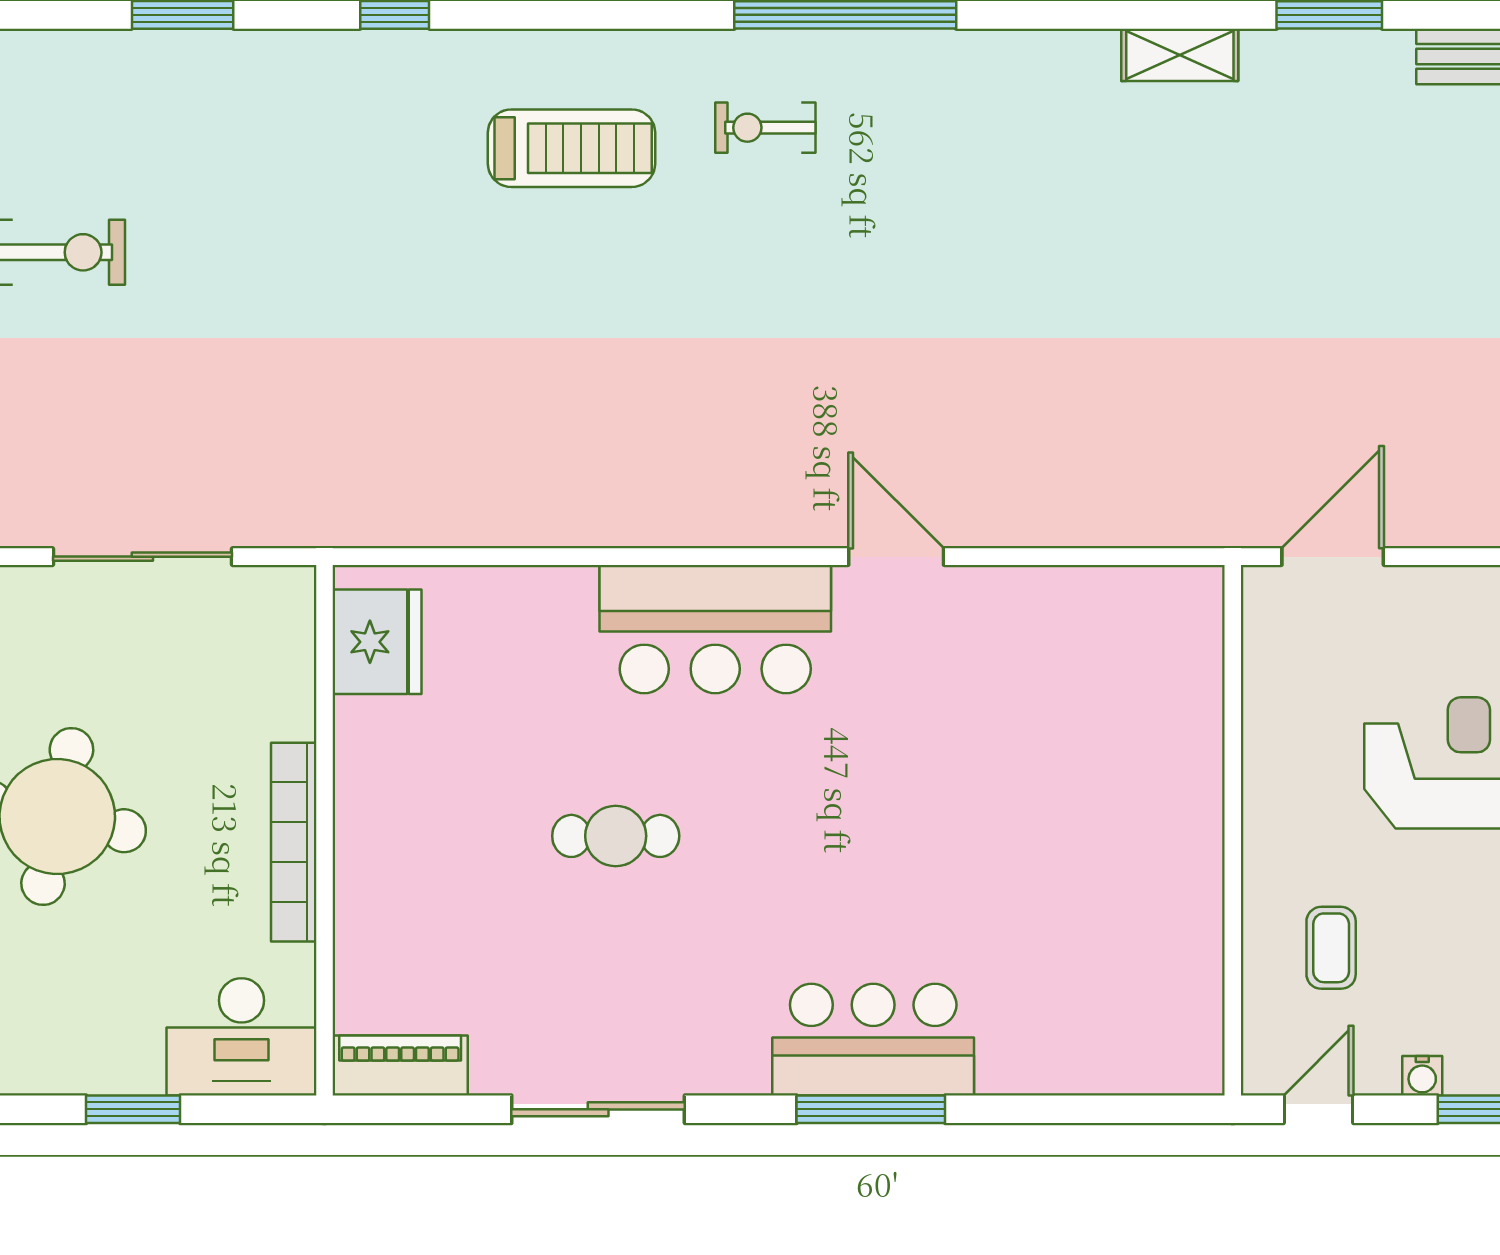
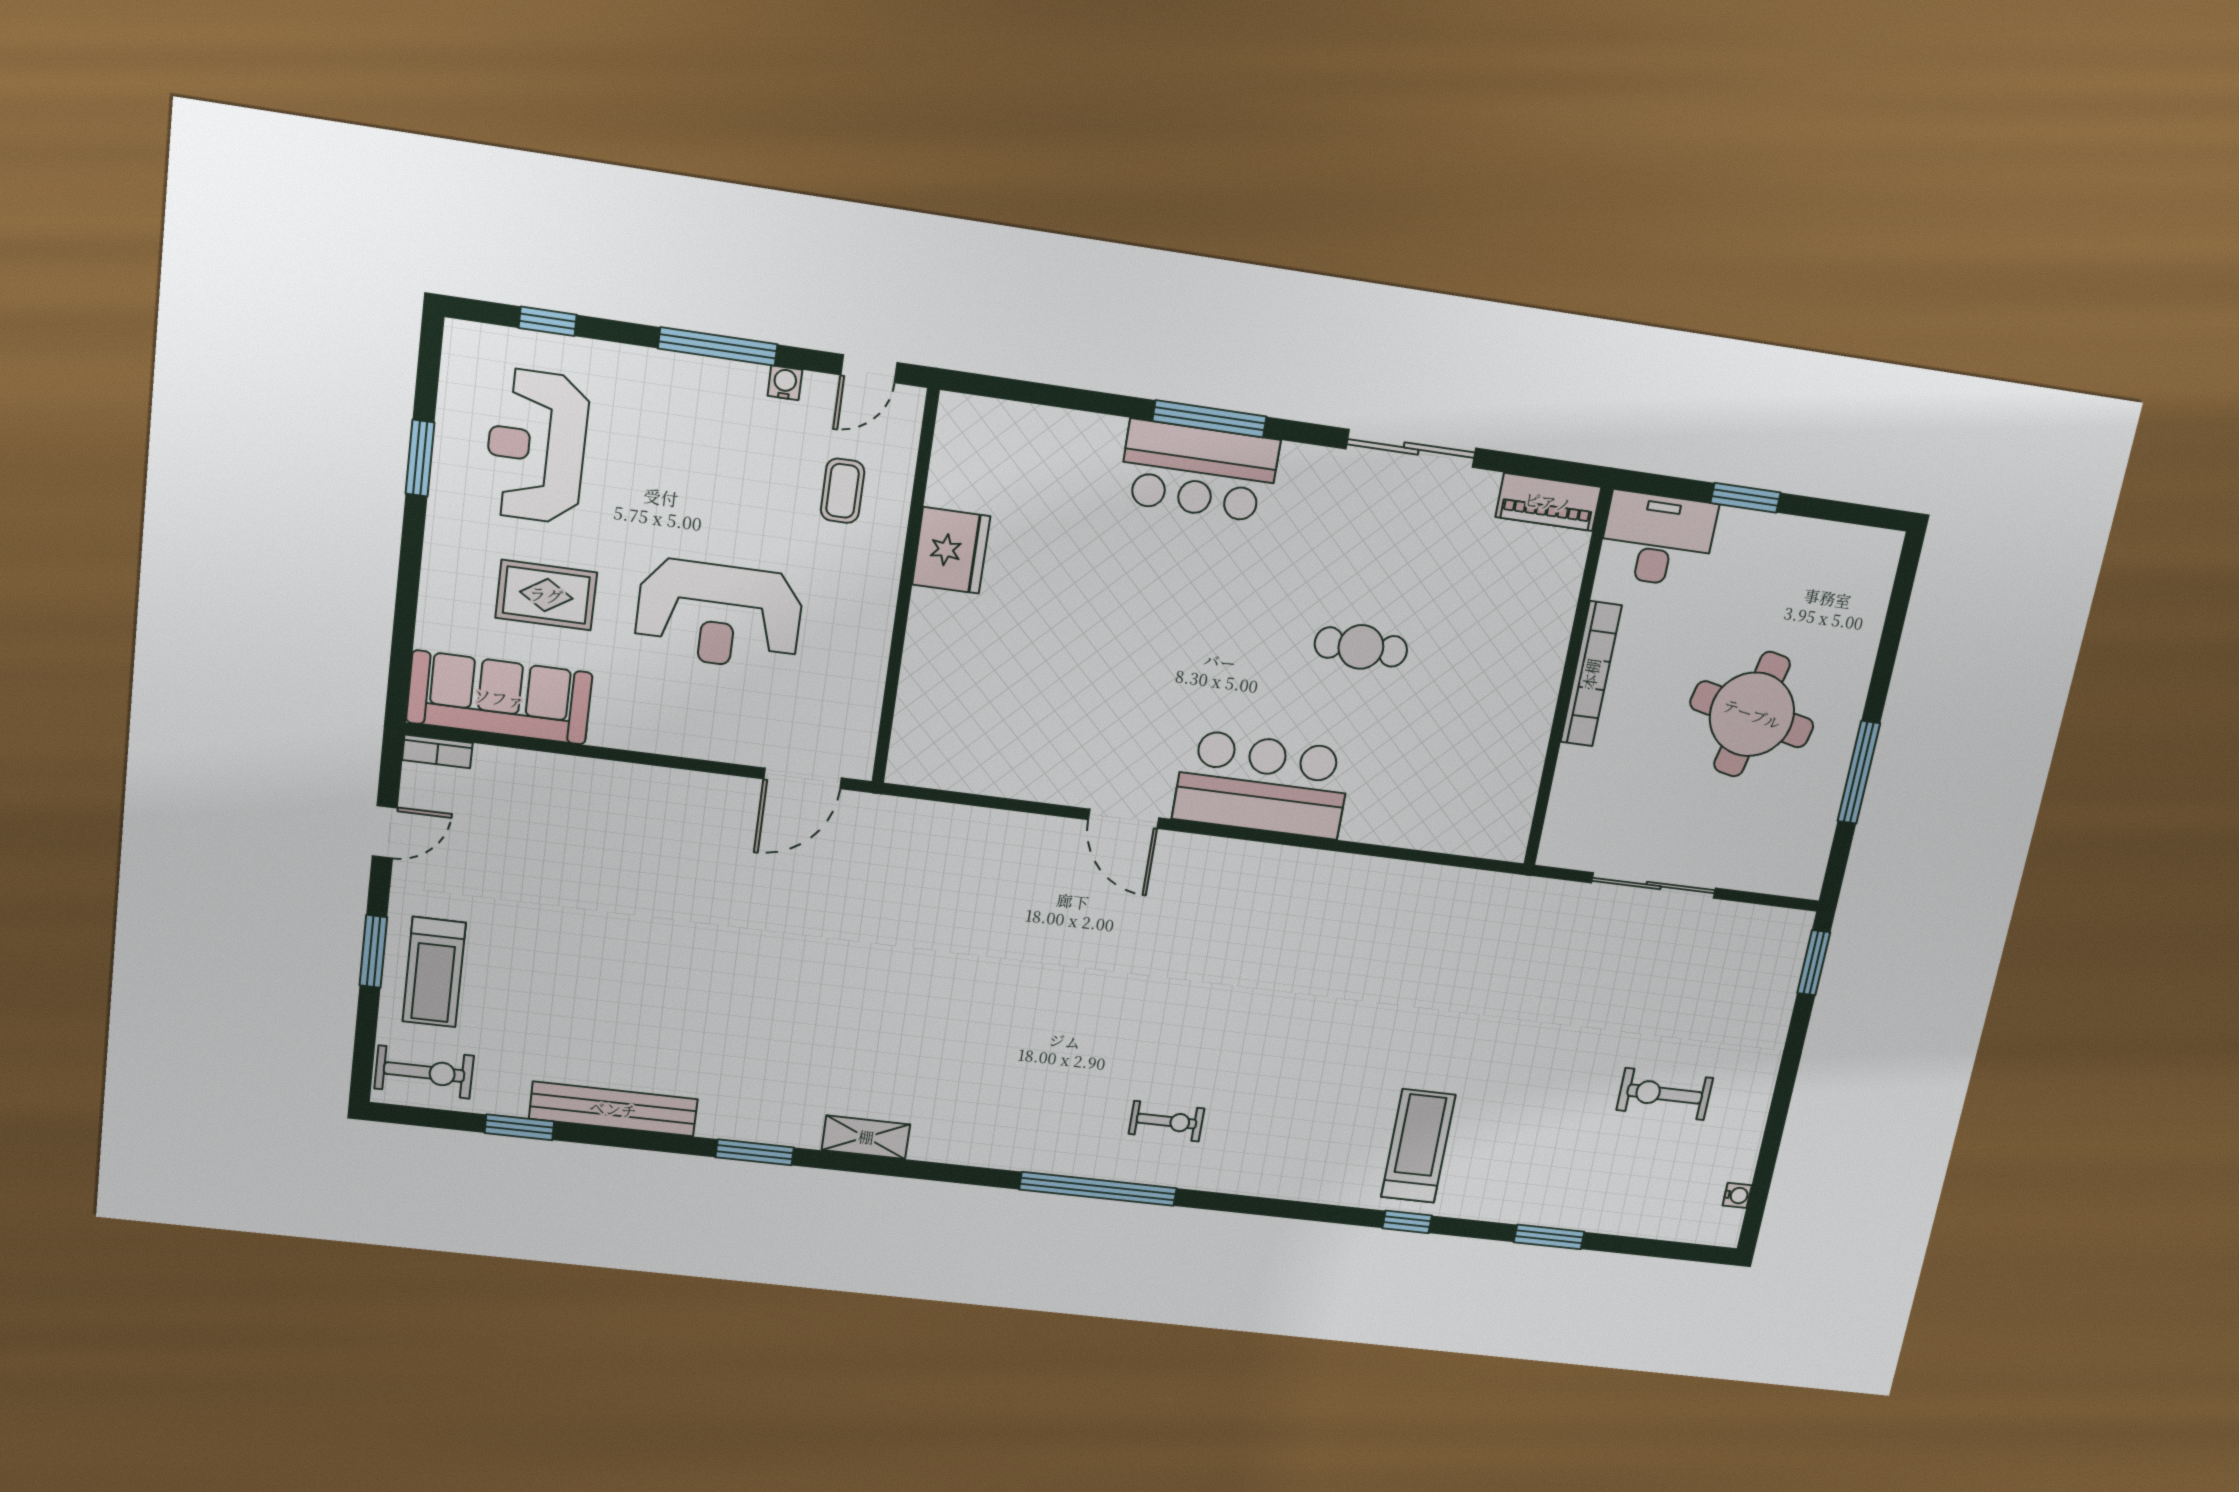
treadmill: (571, 148) -> (1418, 1146), moved, turned 90
fridge: (377, 642) -> (951, 550), moved, turned 180

